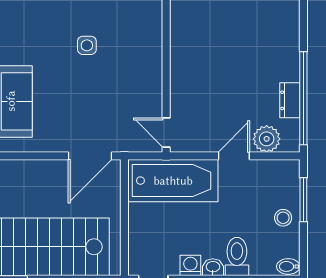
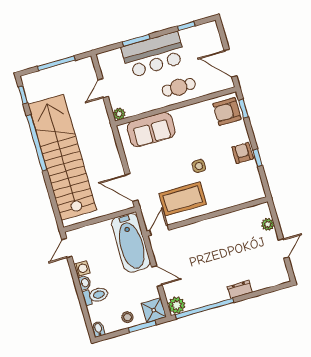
coffee table: (129, 84) -> (183, 199), added
dresser: (290, 100) -> (240, 289), moved
plant: (267, 139) -> (177, 305), moved
shower: (284, 175) -> (154, 310), added

